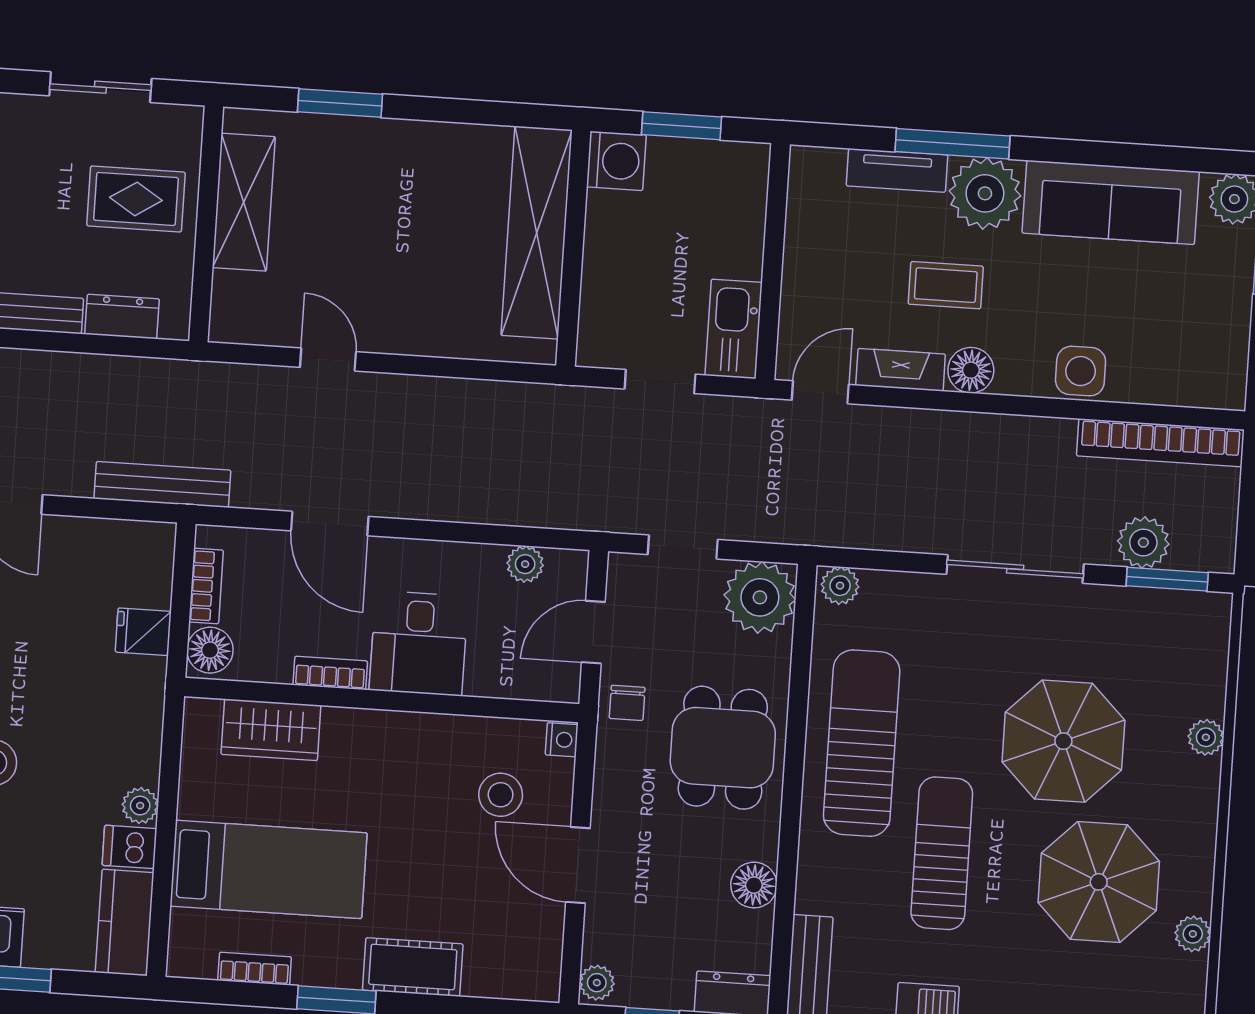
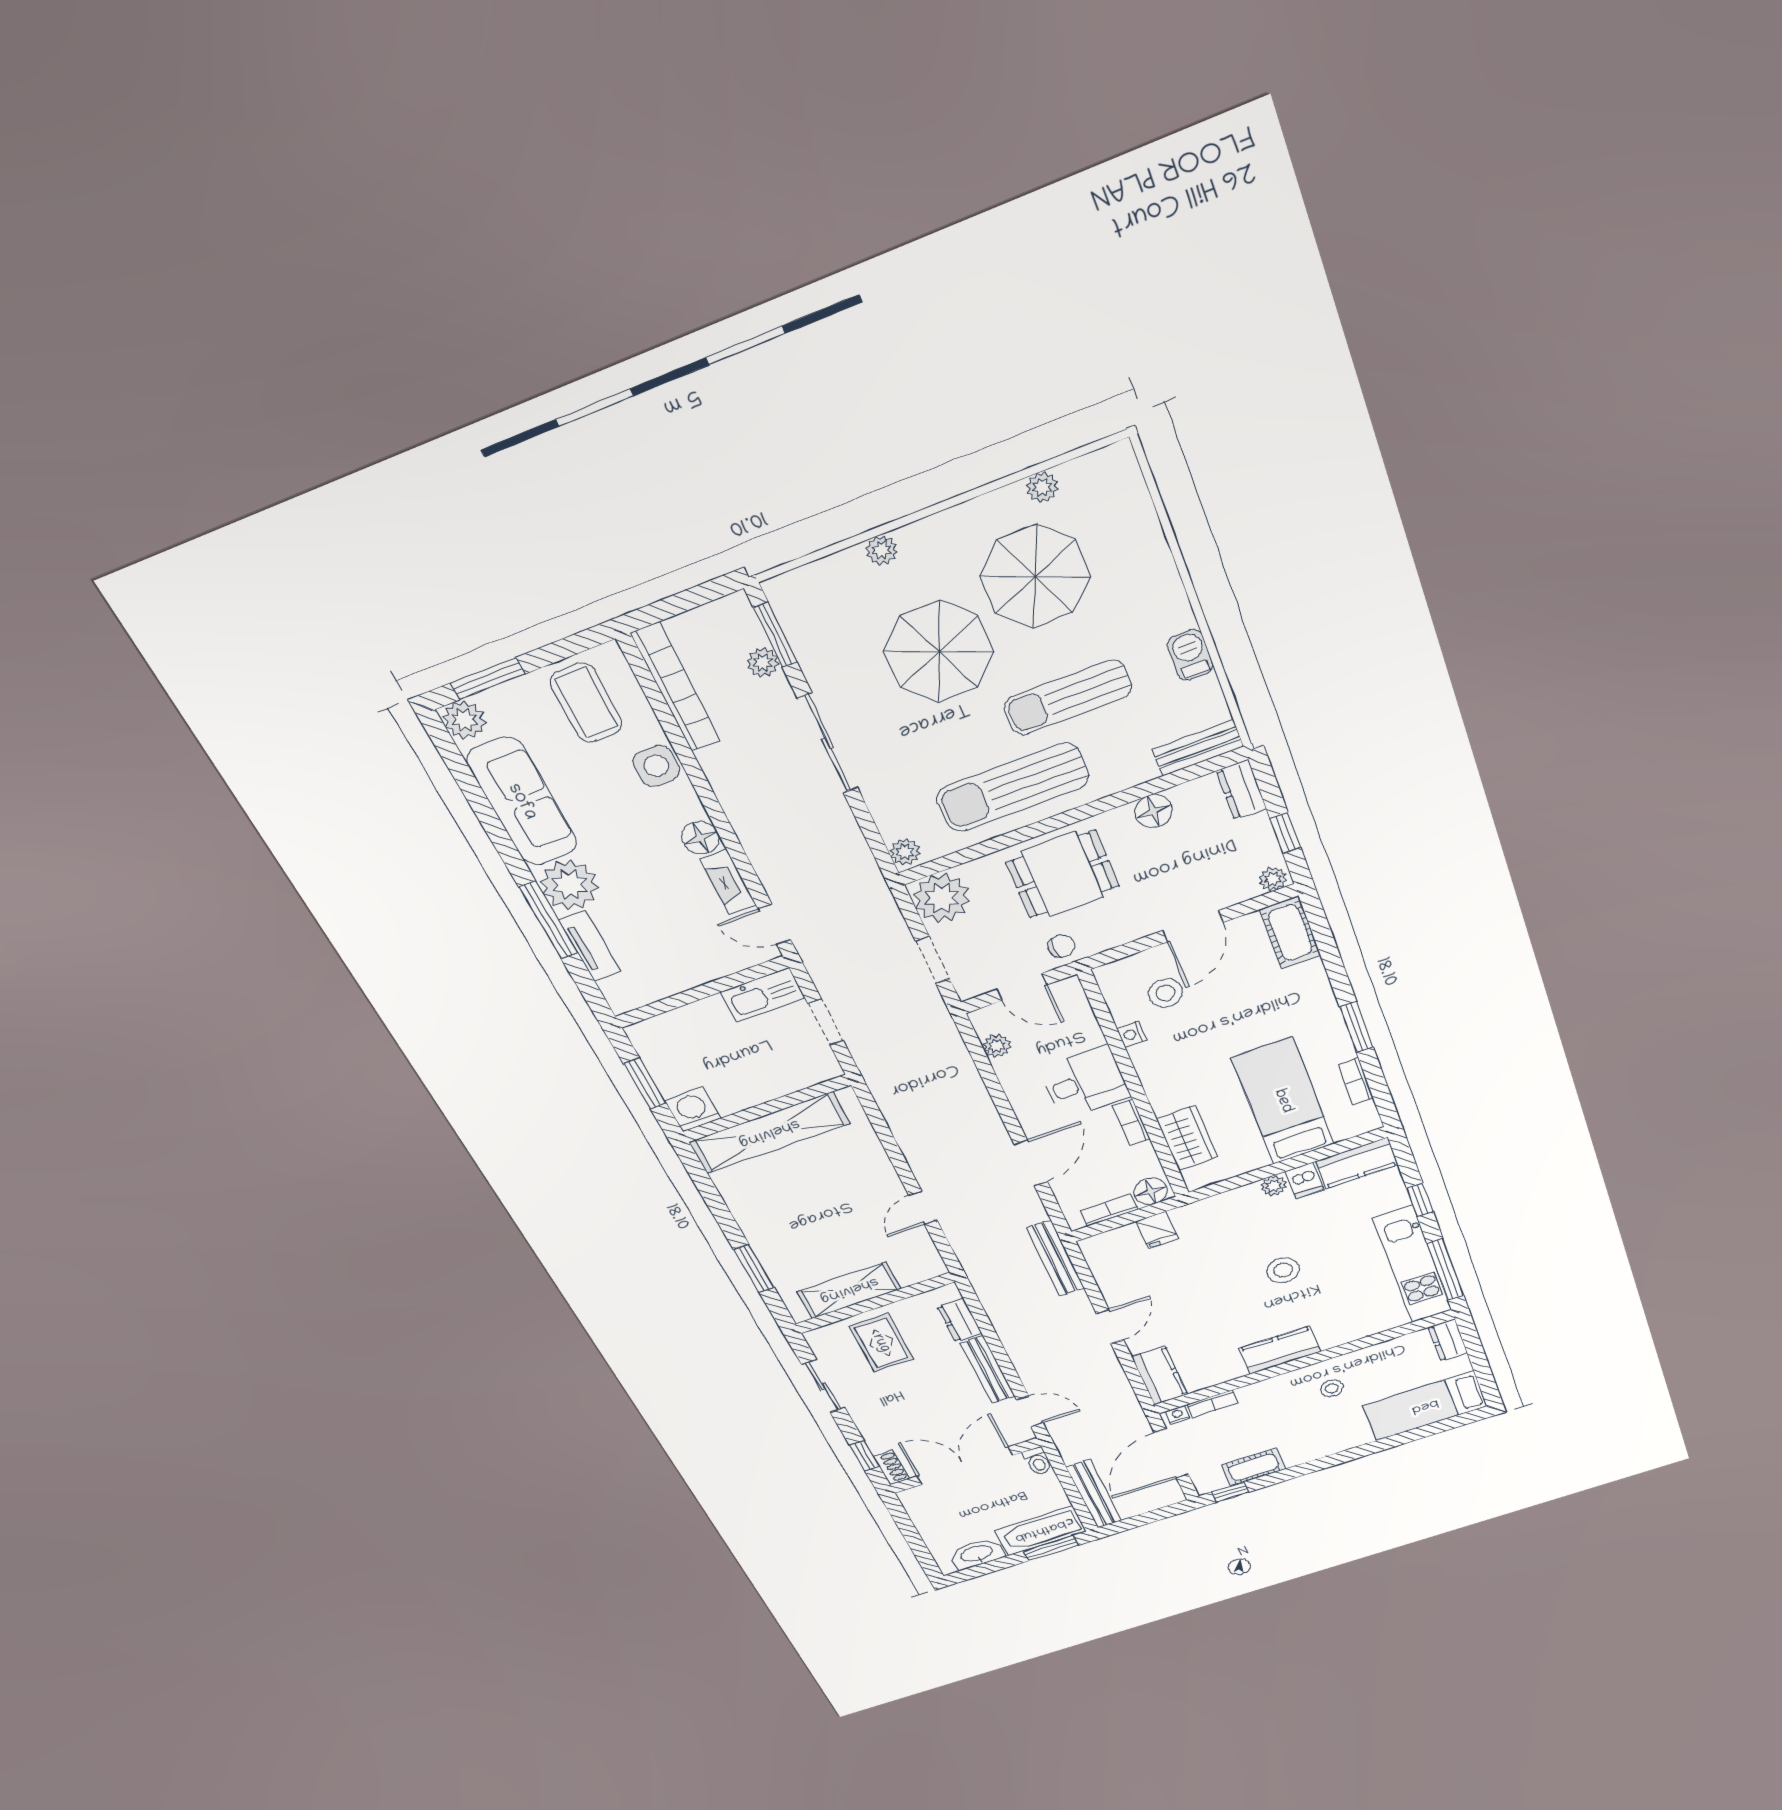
coffee table: (946, 285) -> (586, 703), moved, width x1.36, depth x1.30
plant: (1143, 542) -> (763, 662), width x0.73, depth x0.73
nightstand: (562, 740) -> (1132, 1034), moved, turned -90
cot: (413, 967) -> (1290, 933), moved

